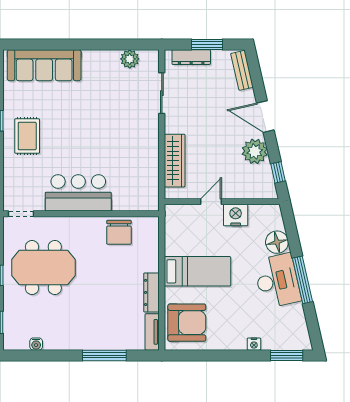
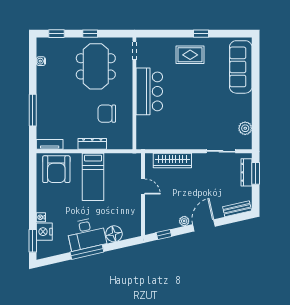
window: (207, 44) -> (256, 173), moved
plant: (255, 151) -> (184, 221), width x0.53, depth x0.53
nightstand: (236, 215) -> (44, 232), moved, turned 180
chair: (119, 232) -> (107, 114), moved
dresser: (152, 292) -> (92, 144), moved

